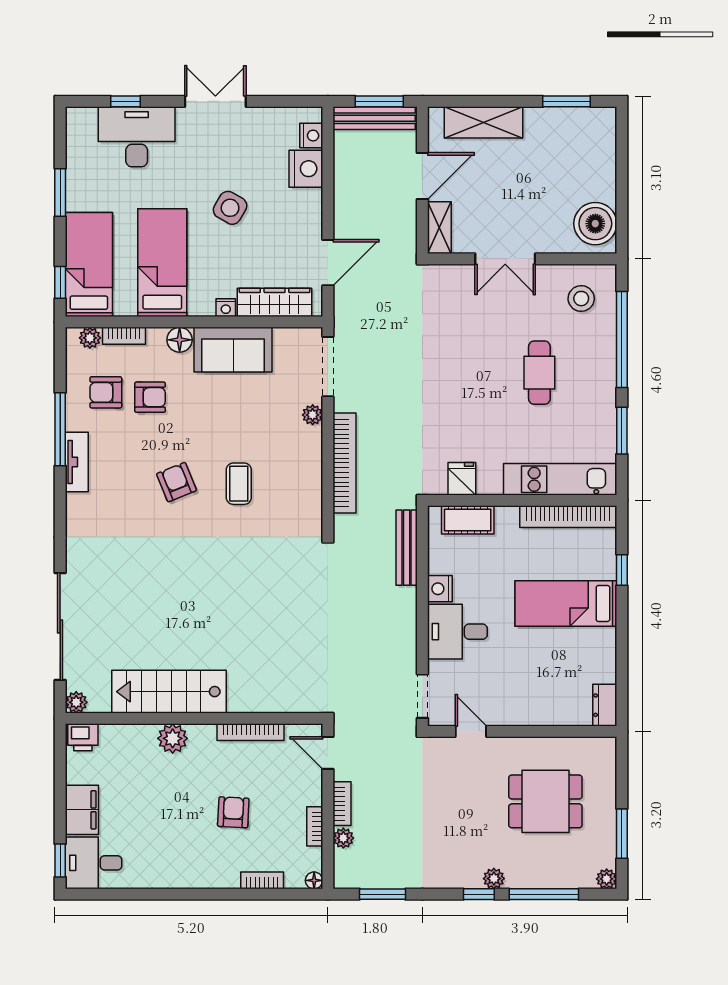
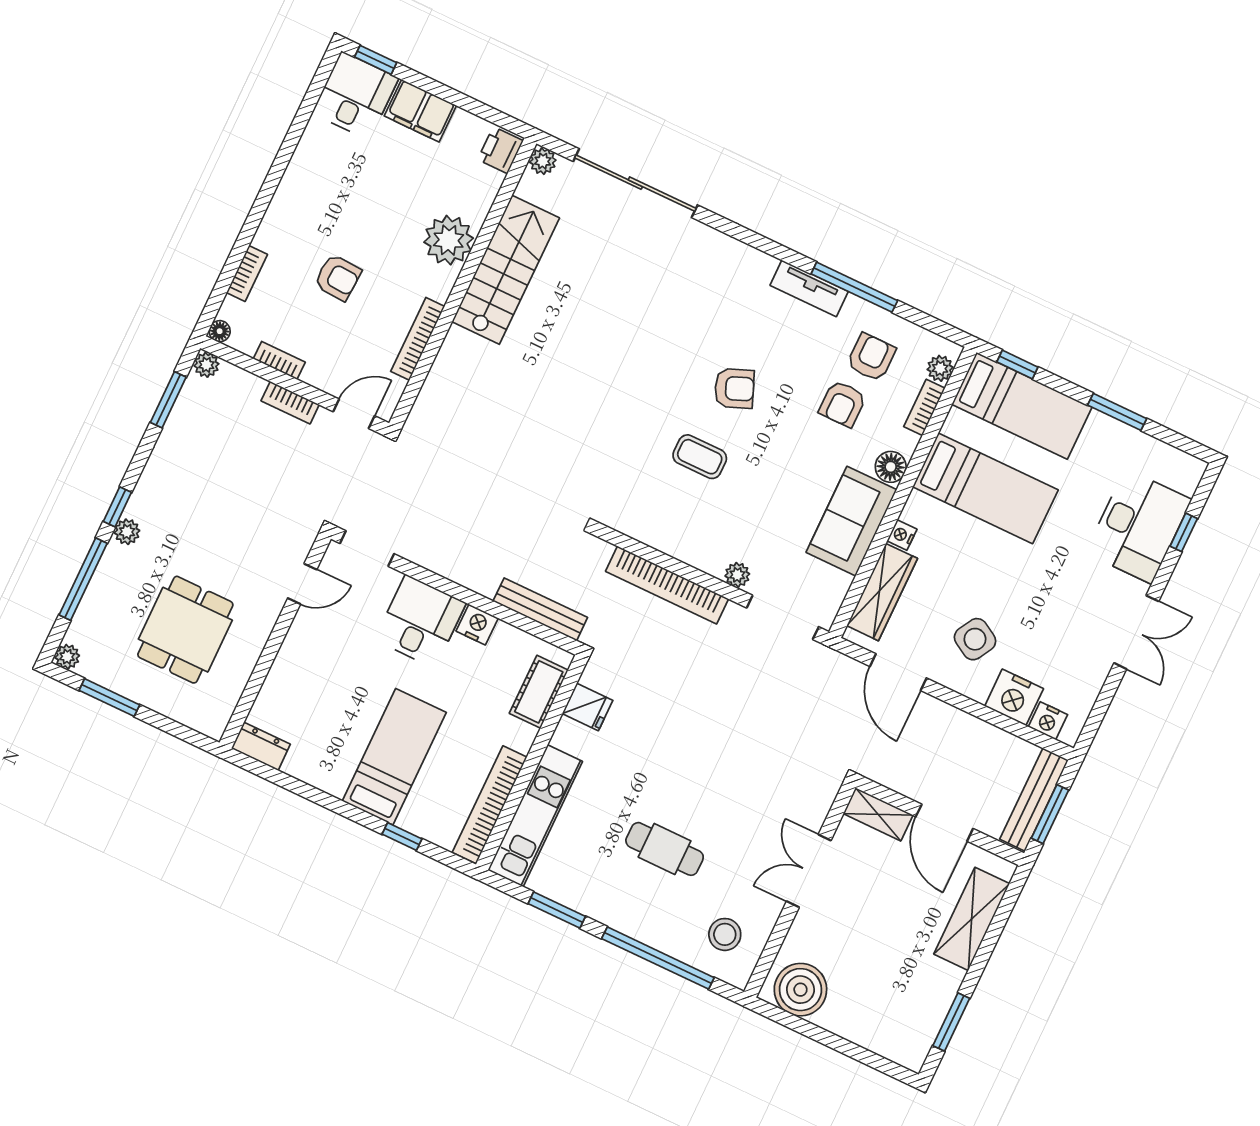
side table: (230, 208) -> (975, 639), moved
plant: (173, 738) -> (449, 240), width x1.36, depth x1.36
plant: (343, 838) -> (206, 365), moved

